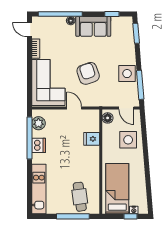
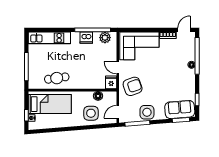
sofa: (93, 26) -> (180, 110), moved, turned 85
armchair: (88, 73) -> (133, 86), moved
door: (74, 108) -> (118, 68), swing flipped
floor lamp: (108, 118) -> (98, 96), moved
fridge: (92, 139) -> (111, 82), moved
cafe table: (80, 197) -> (57, 78), moved

